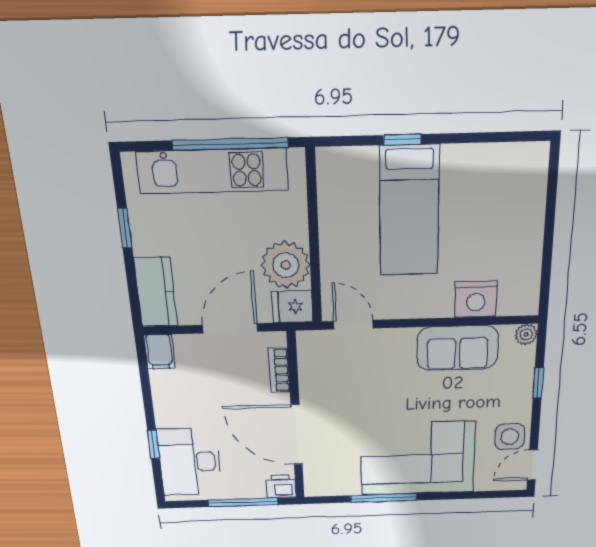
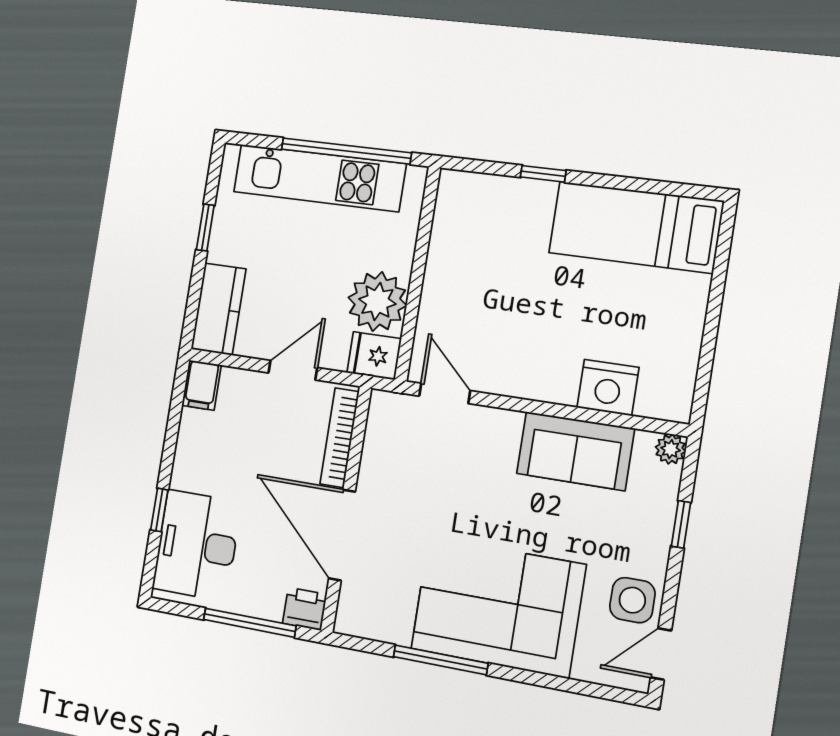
bed: (409, 211) -> (636, 227), moved, turned 90
door: (230, 328) -> (293, 370), width x0.73
bookcase: (279, 370) -> (340, 438), width x1.56

